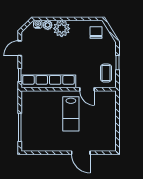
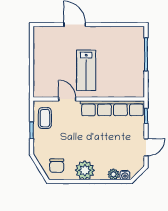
plant: (62, 29) -> (85, 170), moved
lab bench: (71, 114) -> (86, 70), turned 180

